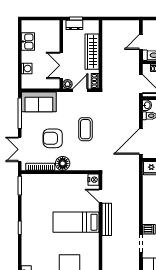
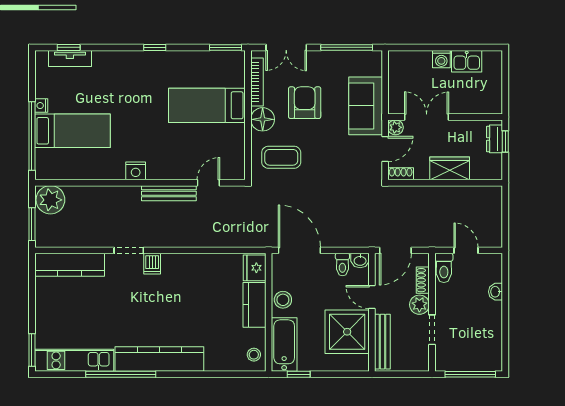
wardrobe: (92, 52) -> (450, 168), width x0.67
washing machine: (27, 68) -> (441, 59), moved
door: (80, 90) -> (385, 149), hinge flipped
sofa: (39, 102) -> (366, 106), moved
coffee table: (85, 129) -> (281, 157), moved
double door: (20, 149) -> (286, 47), swing flipped
nightstand: (93, 180) -> (136, 171), moved
bed: (76, 222) -> (207, 105), moved, turned -90

